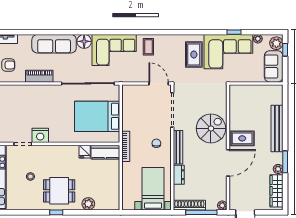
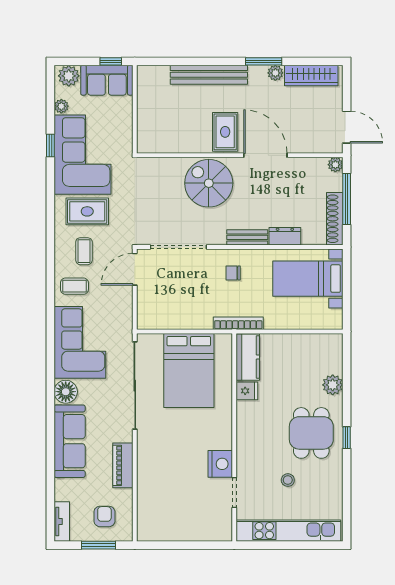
window: (285, 50) -> (111, 61), moved
coffee table: (170, 53) -> (84, 251), added
bench: (178, 147) -> (247, 237), width x0.73

